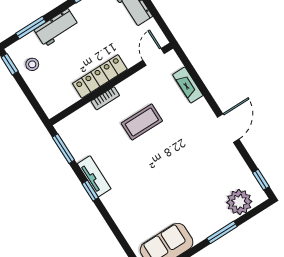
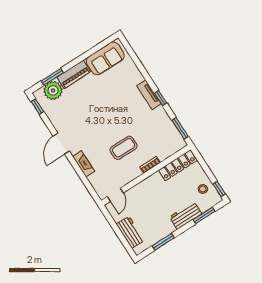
locker: (100, 76) -> (178, 165), moved
fireplace: (188, 85) -> (84, 164), moved
tv unit: (94, 176) -> (149, 95), moved
piano: (210, 224) -> (74, 74), added
window: (222, 232) -> (52, 77), moved

